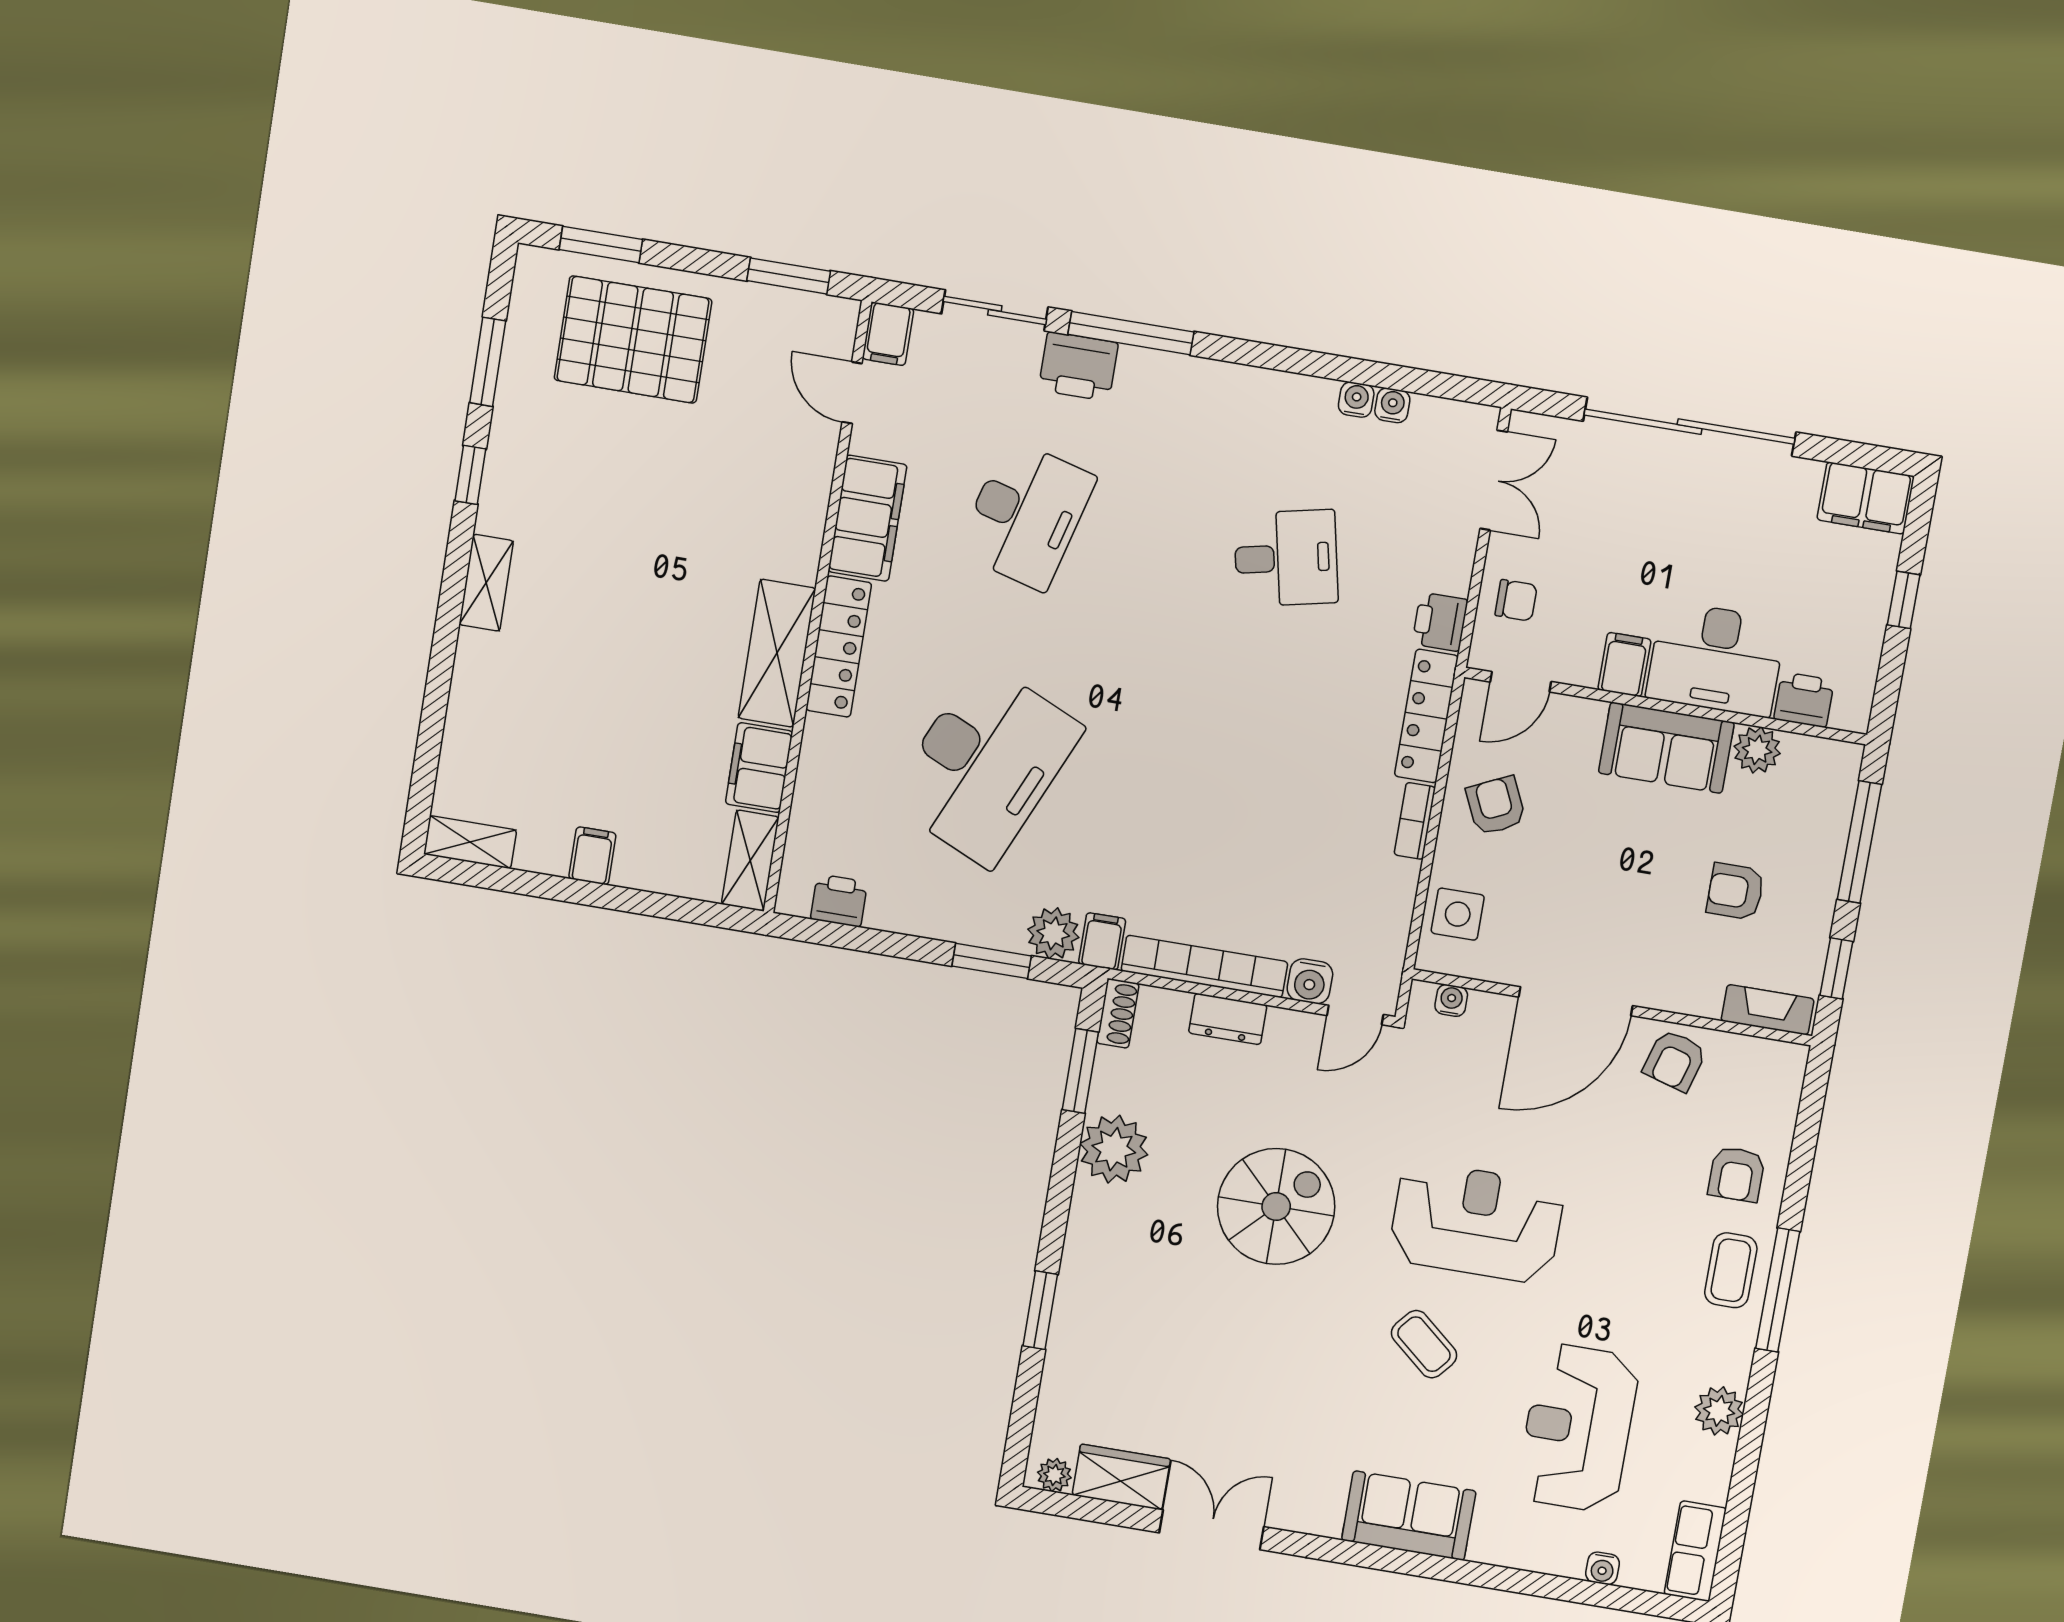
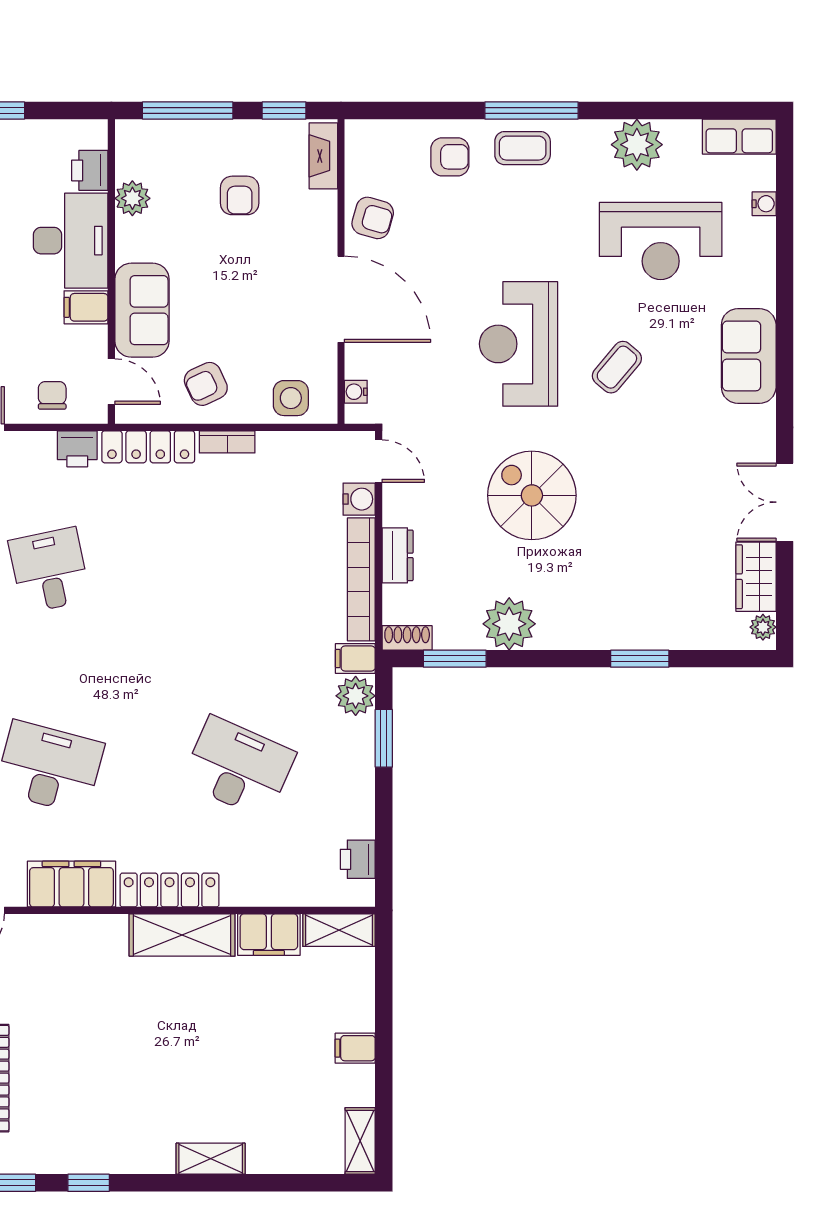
shelving: (486, 583) -> (211, 1159), moved
sofa: (1666, 748) -> (142, 310), moved
desk: (985, 764) -> (238, 767), width x0.73, depth x0.77
plant: (1719, 1411) -> (637, 145), width x1.36, depth x1.36

